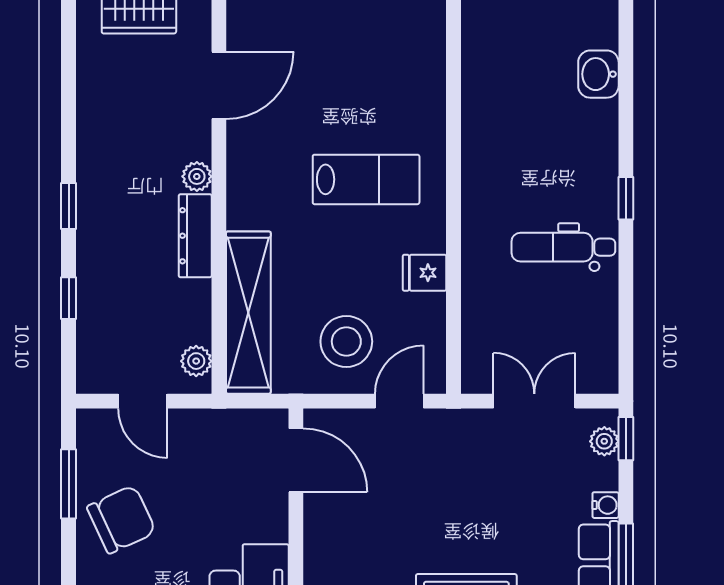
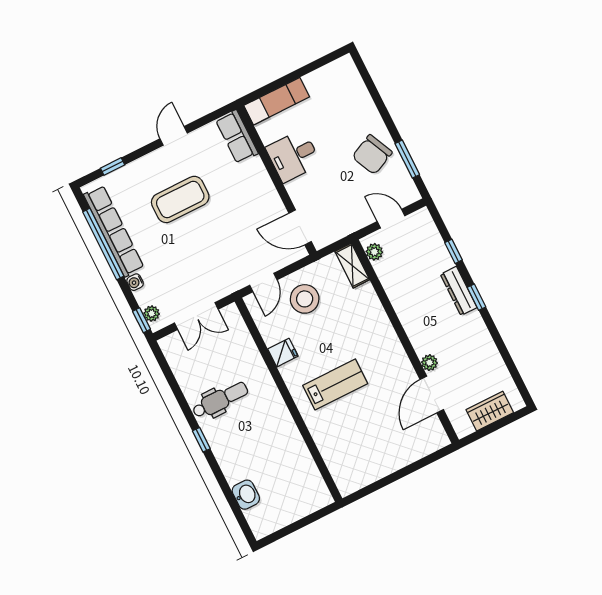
plant: (197, 176) -> (429, 363), moved
lab bench: (366, 179) -> (335, 384), turned 180
dresser: (195, 236) -> (459, 291), moved, turned 180
shelving: (248, 313) -> (352, 266), width x0.45, depth x0.75

